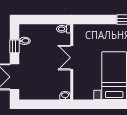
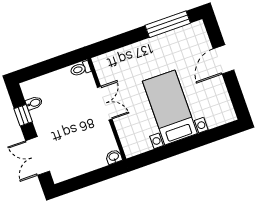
double door: (72, 58) -> (105, 103), swing flipped

